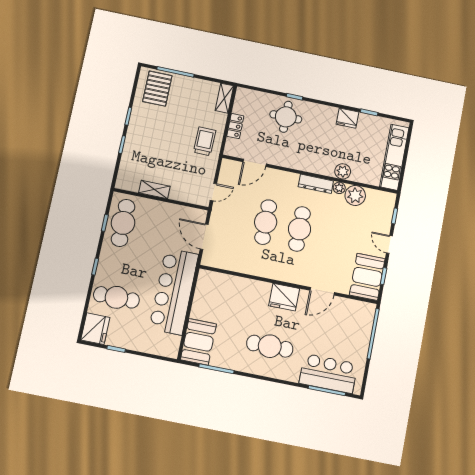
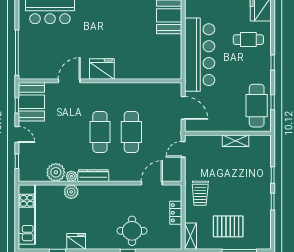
pallet: (157, 89) -> (228, 226), moved, turned 90
cafe table: (116, 297) -> (248, 40), width x0.73, depth x0.74
cafe table: (270, 346) -> (106, 24), removed

